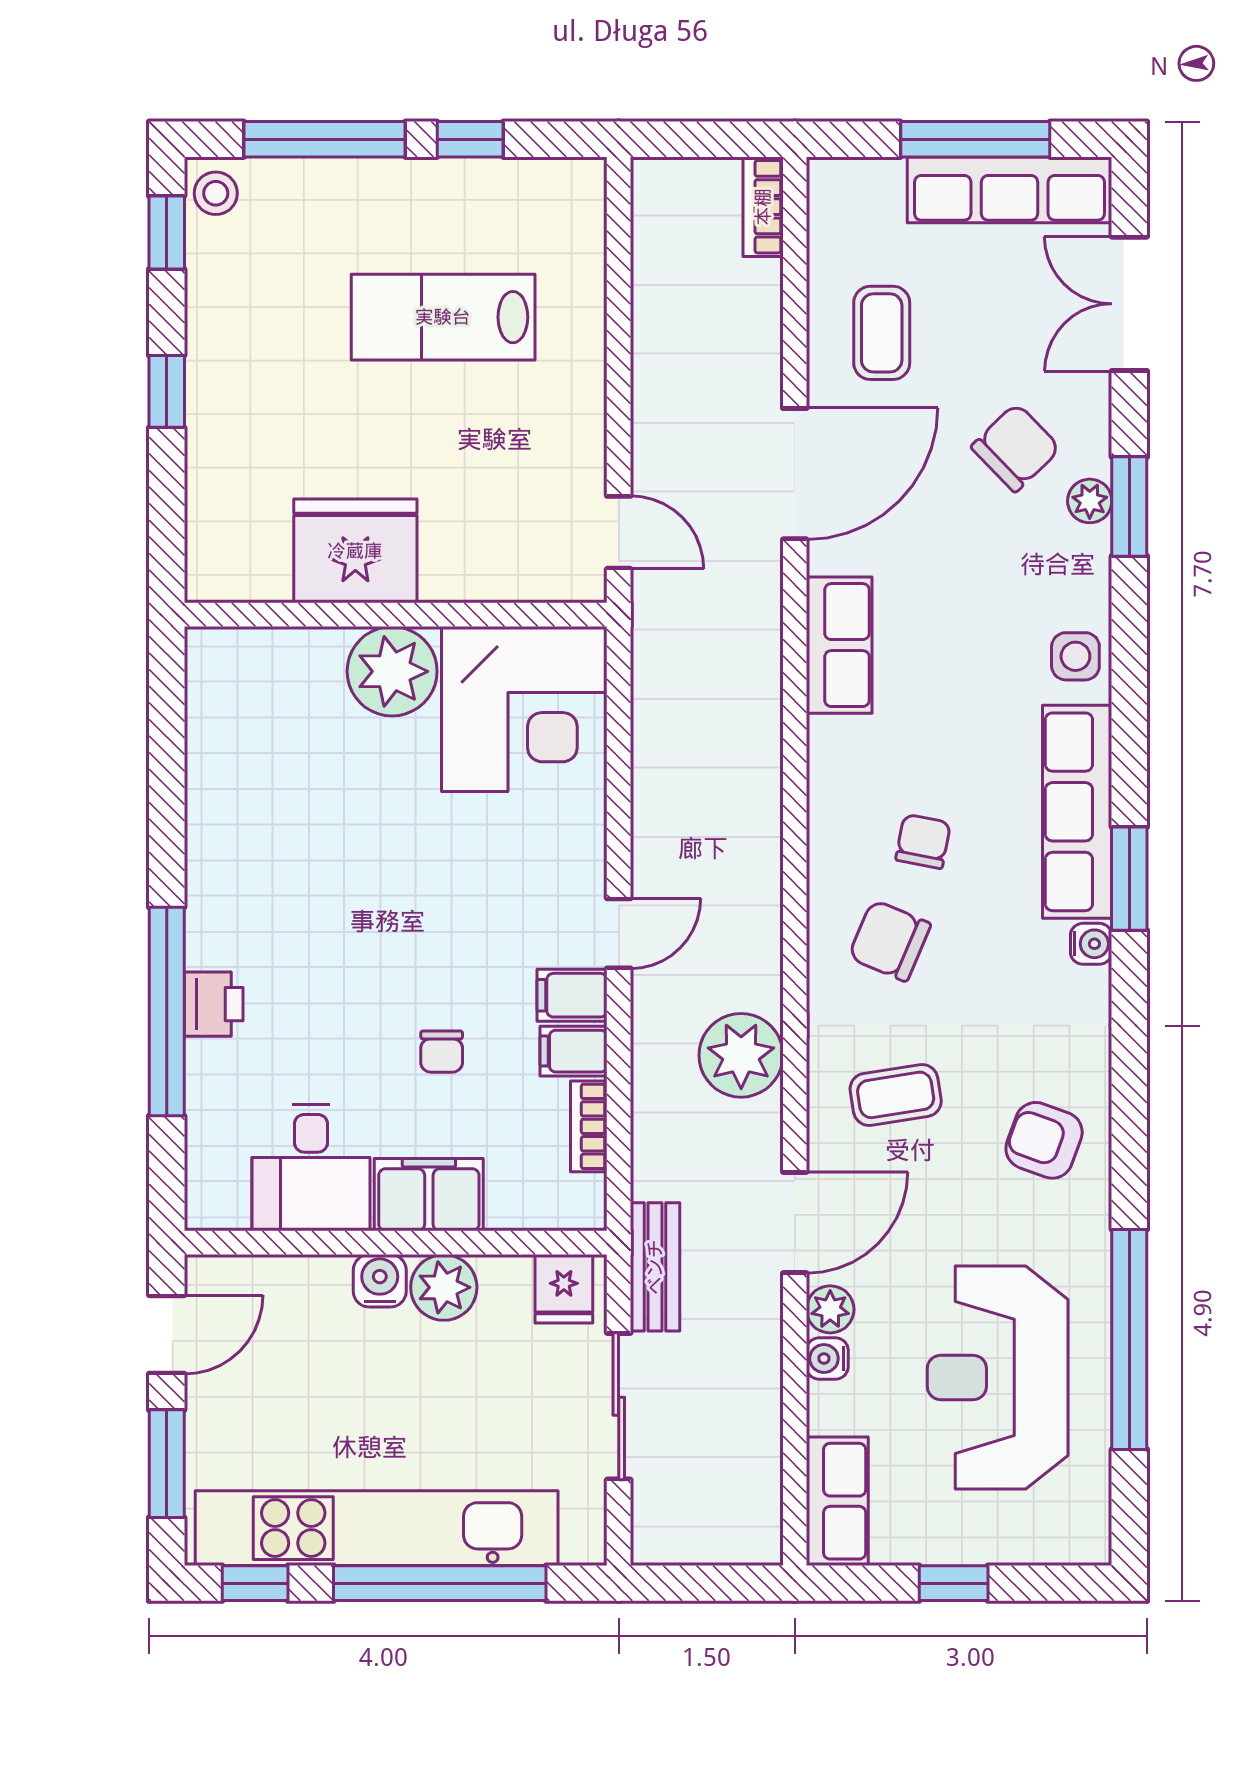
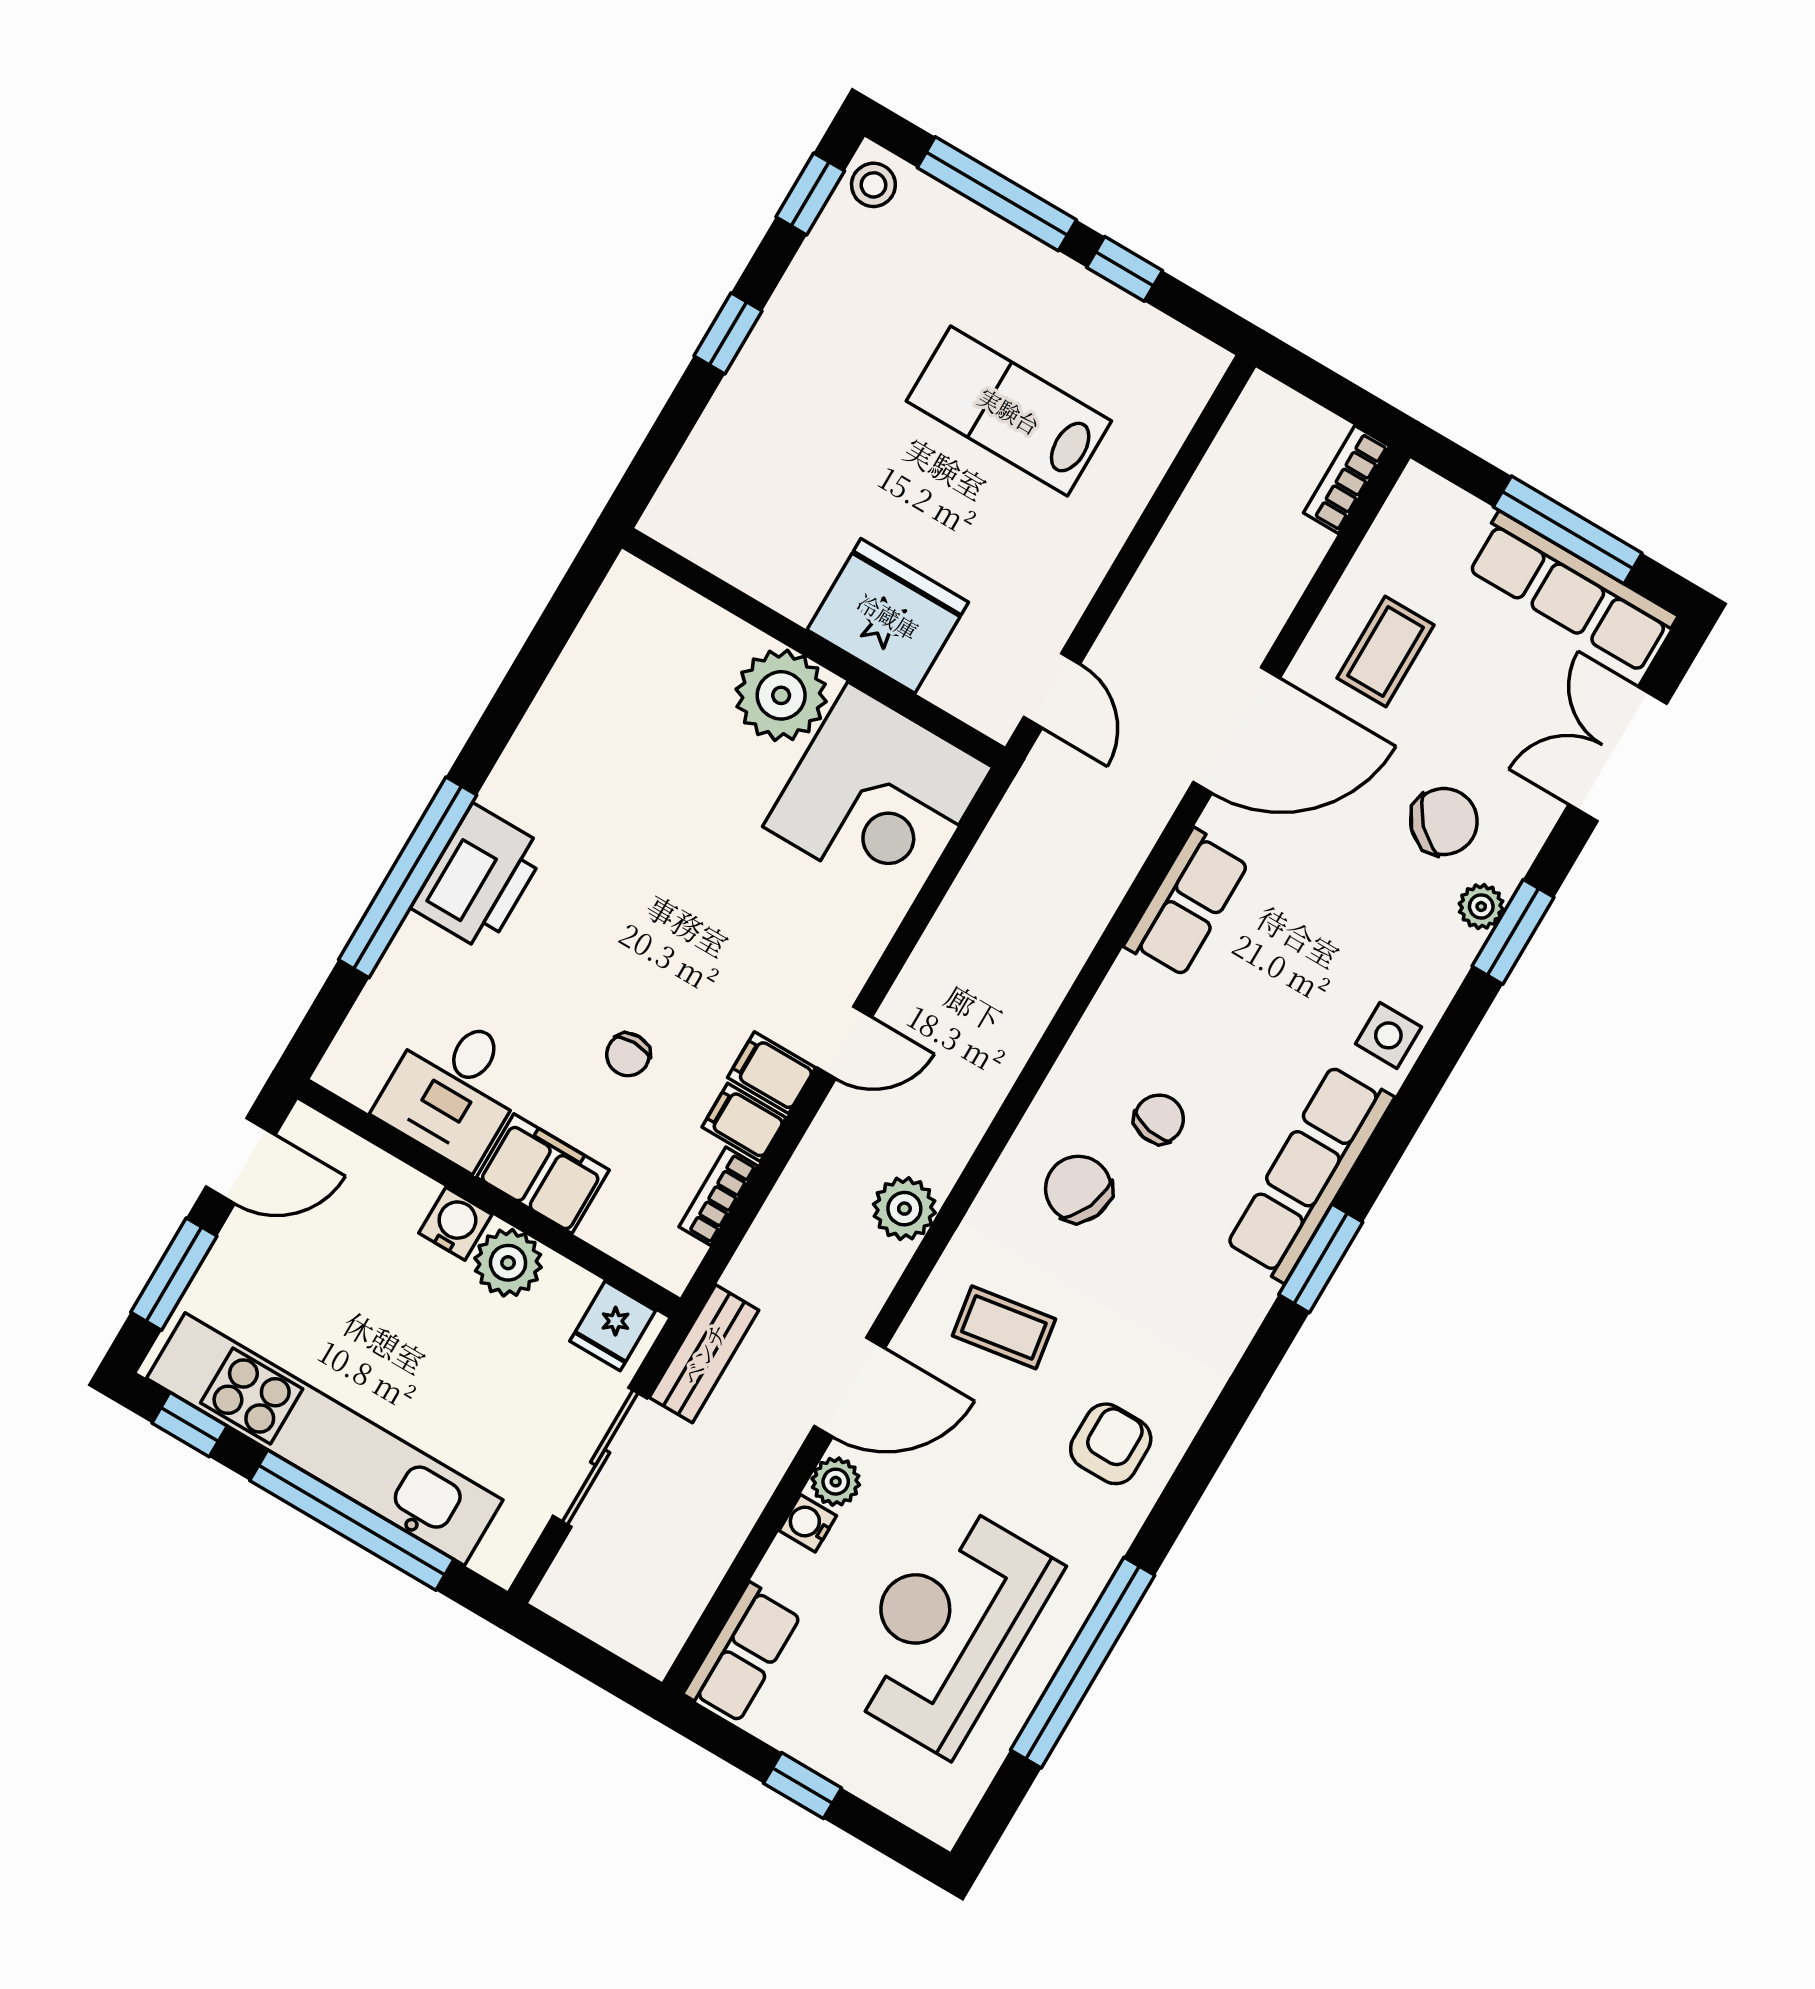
fridge: (355, 551) -> (888, 616), moved
water cooler: (1091, 944) -> (1254, 1296), removed
printer: (214, 1004) -> (479, 878), width x1.87, depth x1.48
plant: (741, 1055) -> (904, 1209), width x0.73, depth x0.73
armchair: (1044, 1140) -> (1111, 1444), turned 70

